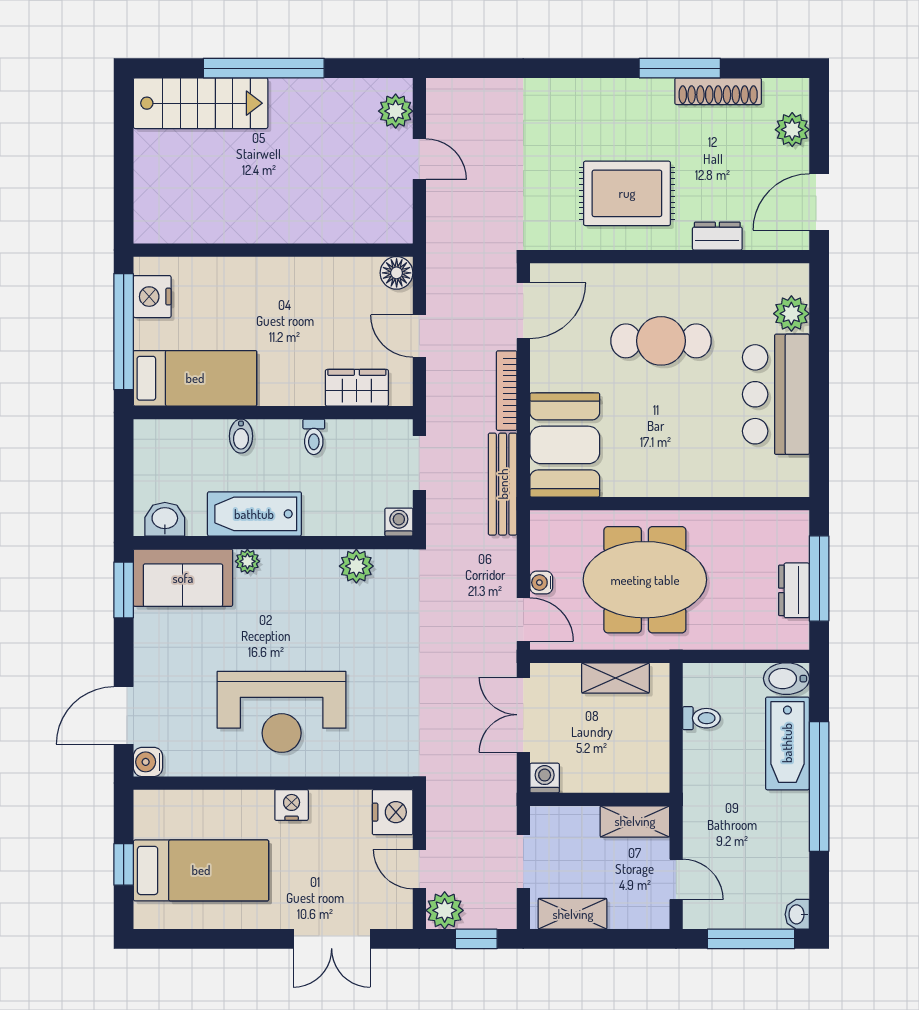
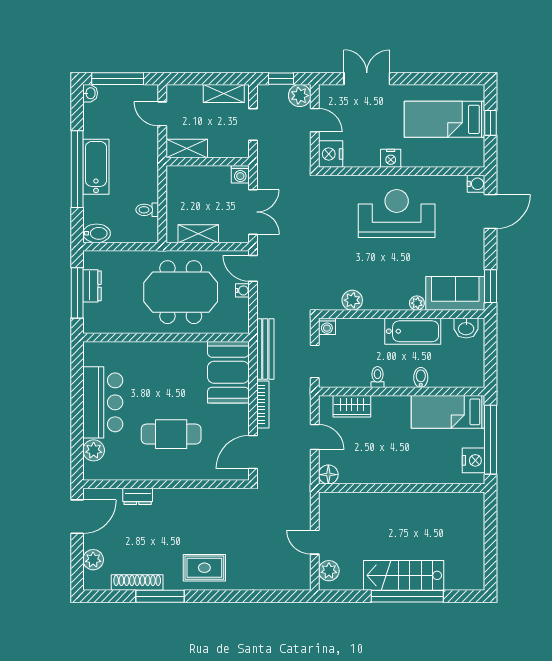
stairs: (201, 103) -> (404, 575), moved
rug: (627, 193) -> (204, 568), moved, width x0.73, depth x0.70
bathtub: (787, 743) -> (96, 167), moved

